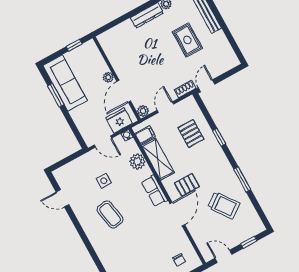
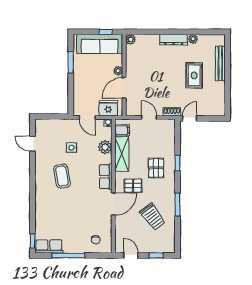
sofa: (65, 83) -> (100, 44), moved, turned 90
door: (165, 107) -> (149, 117), hinge flipped
plant: (143, 111) -> (131, 39), moved
pallet: (191, 133) -> (156, 168), moved

